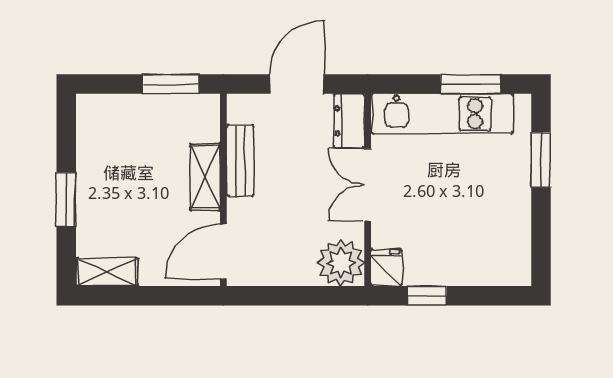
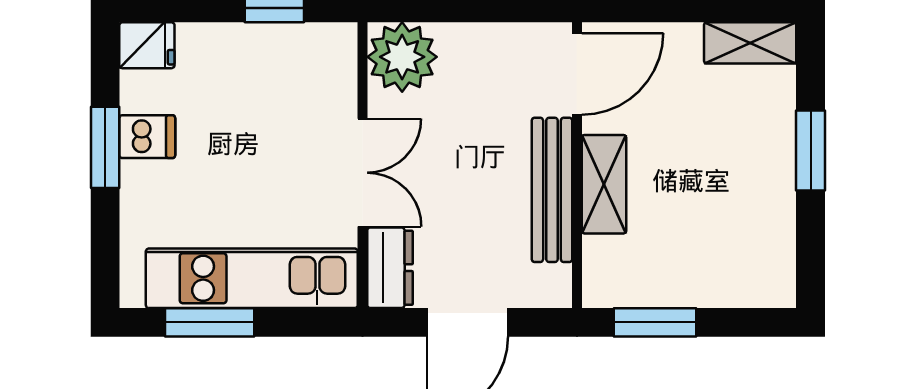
bench: (240, 160) -> (552, 190), width x1.36
window: (541, 160) -> (105, 147), moved
dishwasher: (513, 209) -> (147, 137), added
fridge: (386, 268) -> (147, 45), moved, turned -90

